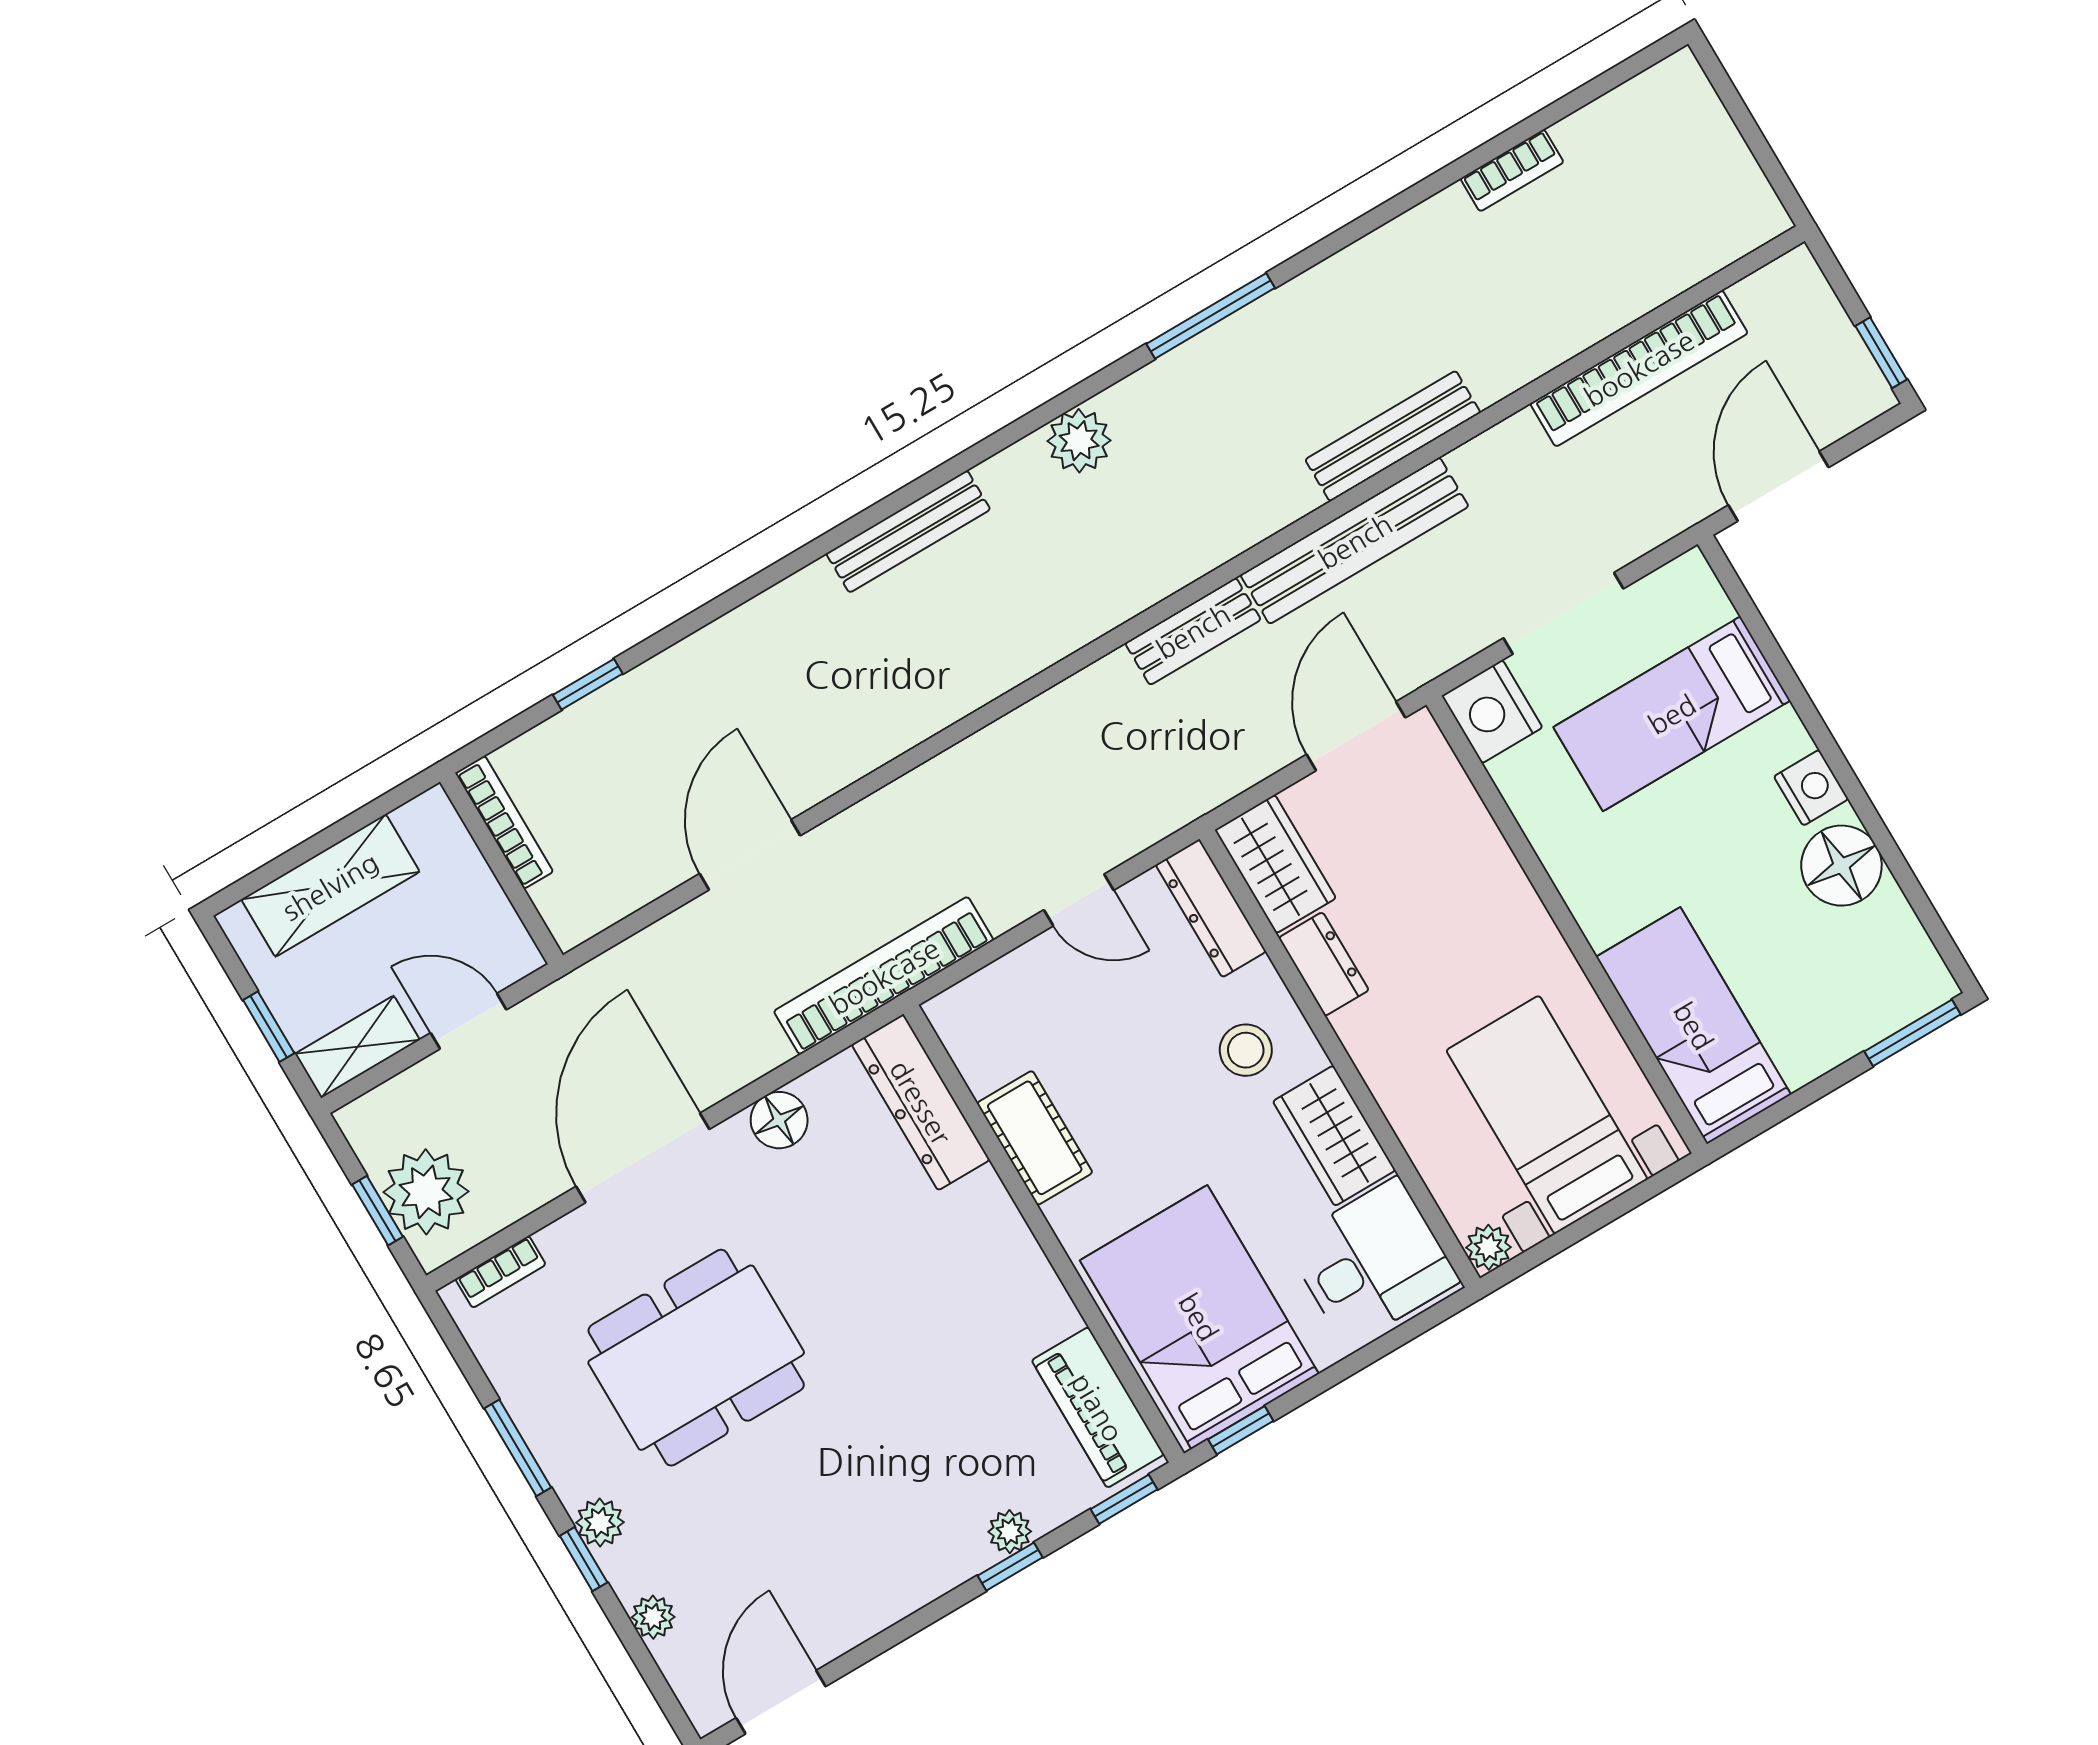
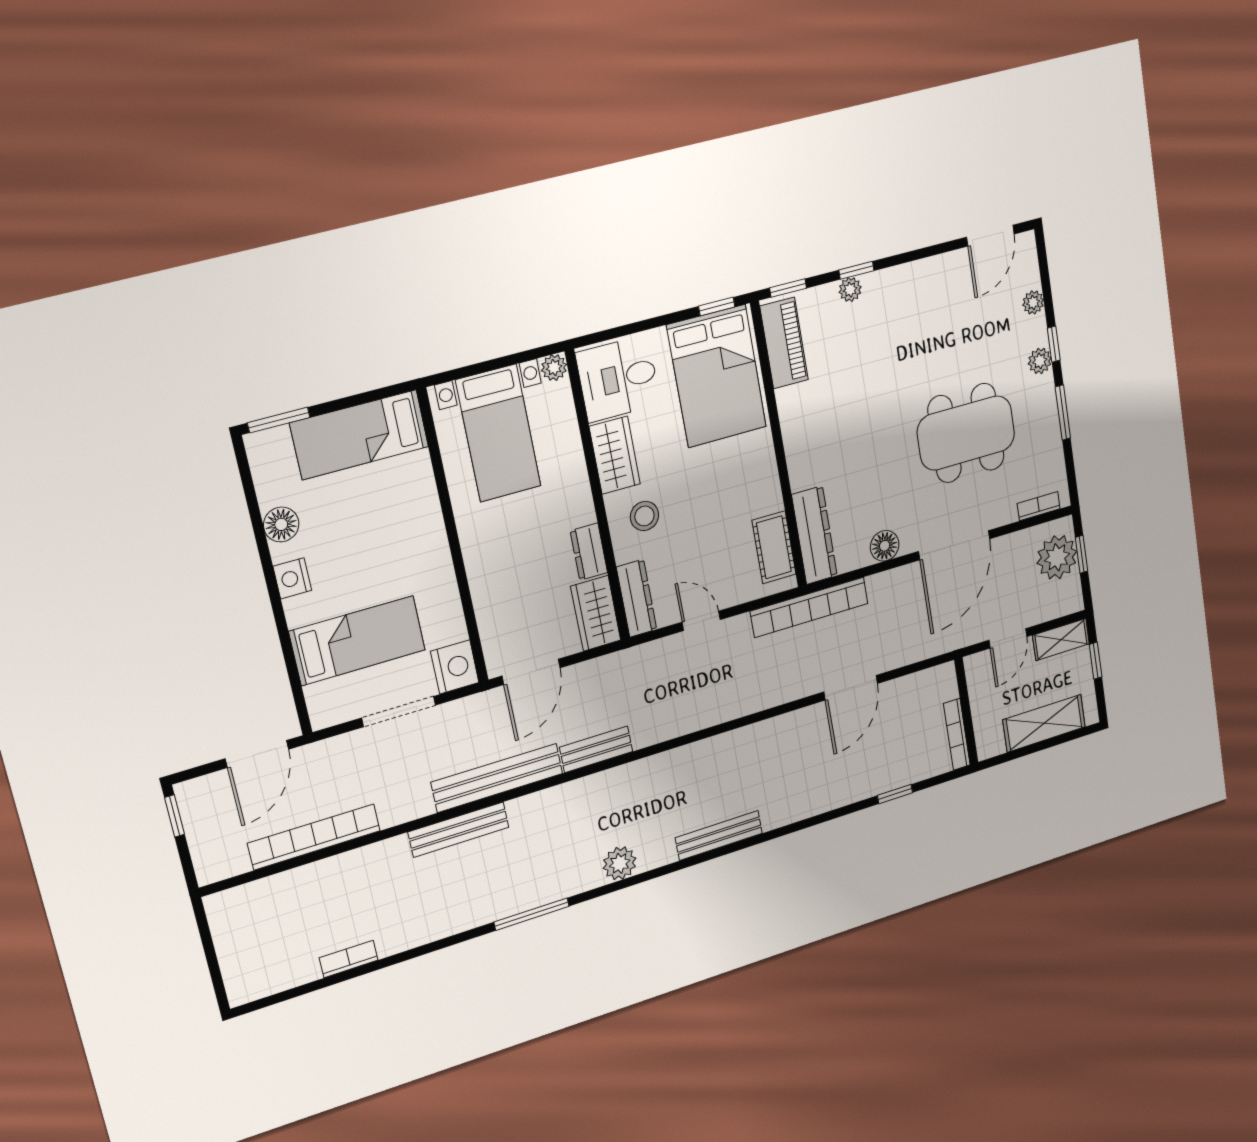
floor lamp: (1841, 866) -> (281, 524), width x0.73, depth x0.73
door: (468, 1021) -> (1008, 638), hinge flipped
bed: (1694, 1026) -> (360, 435), moved, turned 90
cot: (1035, 1138) -> (774, 547), moved

